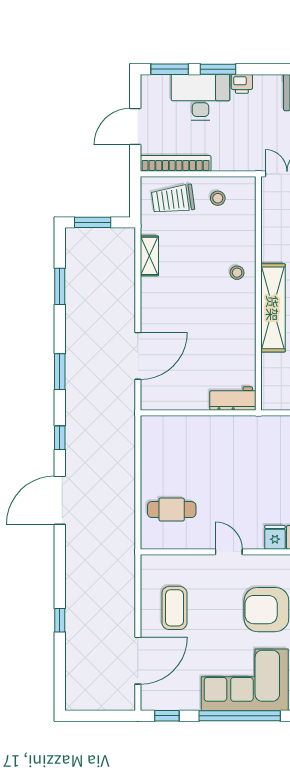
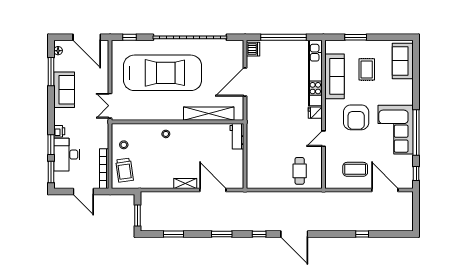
shelving: (149, 256) -> (185, 183), moved
shelving: (273, 308) -> (209, 114), moved

